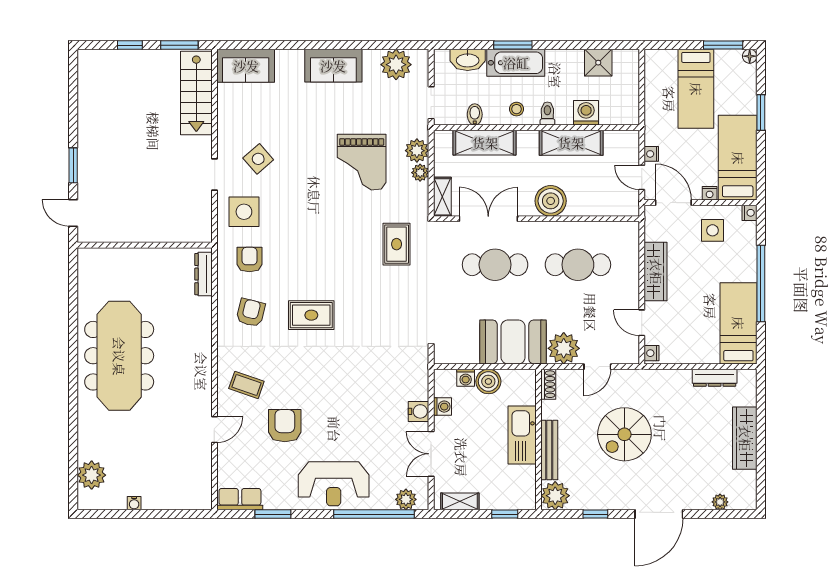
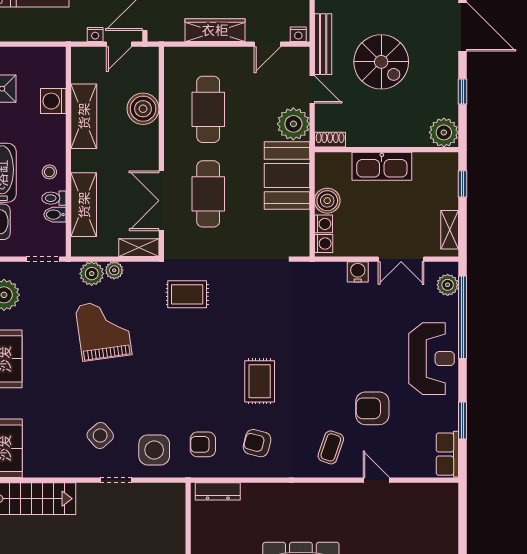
toilet: (547, 114) -> (54, 198), moved
grand piano: (362, 162) -> (104, 330), turned -98
boiler: (551, 201) -> (143, 109), moved
washing machine: (442, 407) -> (324, 243), moved, turned 90
bench: (549, 450) -> (323, 44), moved, turned 90

